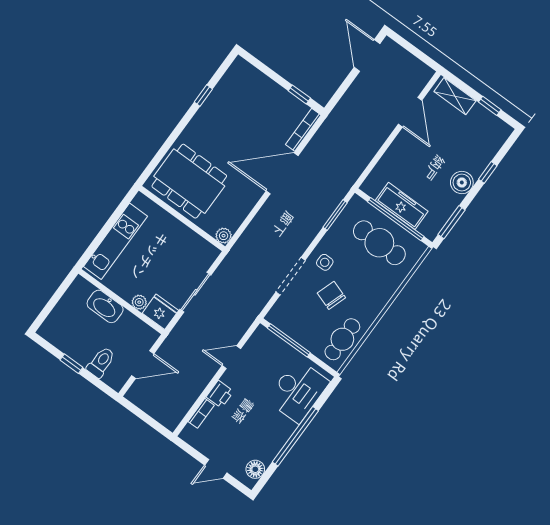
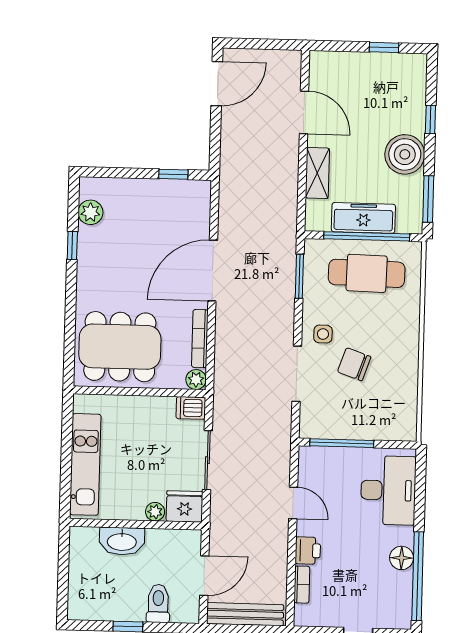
door: (367, 55) -> (217, 84), swing flipped
plant: (230, 82) -> (90, 212), added
shelving: (455, 96) -> (317, 173), moved, turned 90
bookcase: (303, 130) -> (200, 339), moved
boiler: (462, 183) -> (405, 154), width x1.37, depth x1.37
dishwasher: (208, 252) -> (191, 408), added
cafe table: (342, 339) -> (398, 403), removed
door: (231, 357) -> (293, 503), swing flipped
bench: (152, 407) -> (245, 614), added
window: (295, 436) -> (418, 576), moved
floor lamp: (255, 469) -> (402, 558), moved

